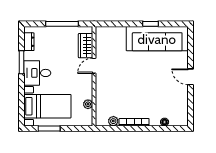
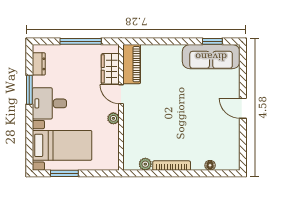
window: (150, 24) -> (212, 41), moved
sofa: (157, 39) -> (211, 57), width x0.74, depth x0.79
piano: (102, 42) -> (132, 64), added
door: (94, 66) -> (121, 94), hinge flipped
plant: (88, 104) -> (113, 118), moved

